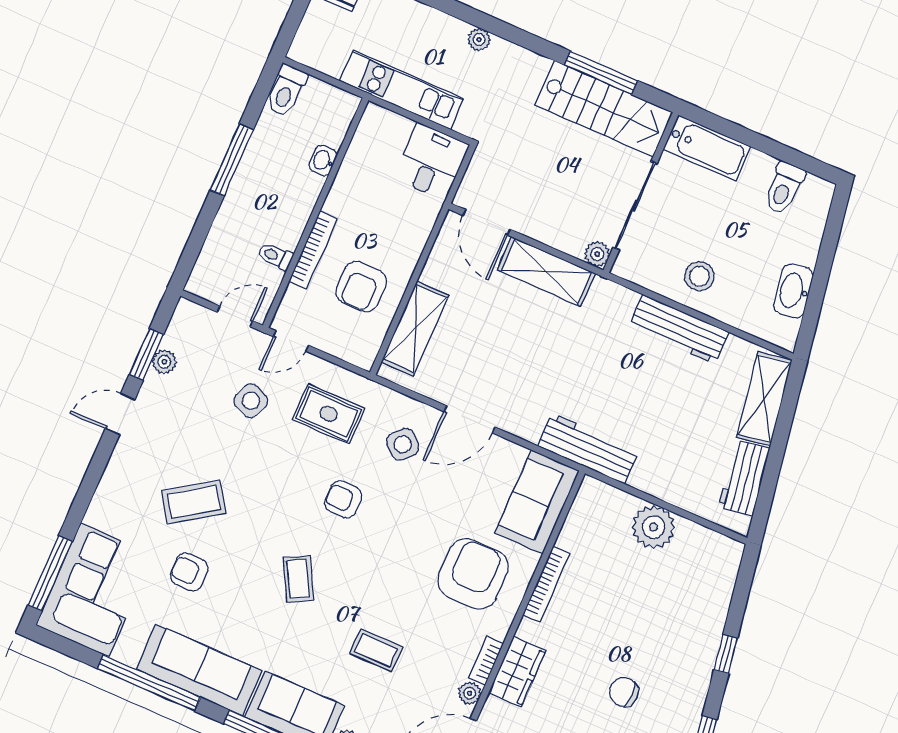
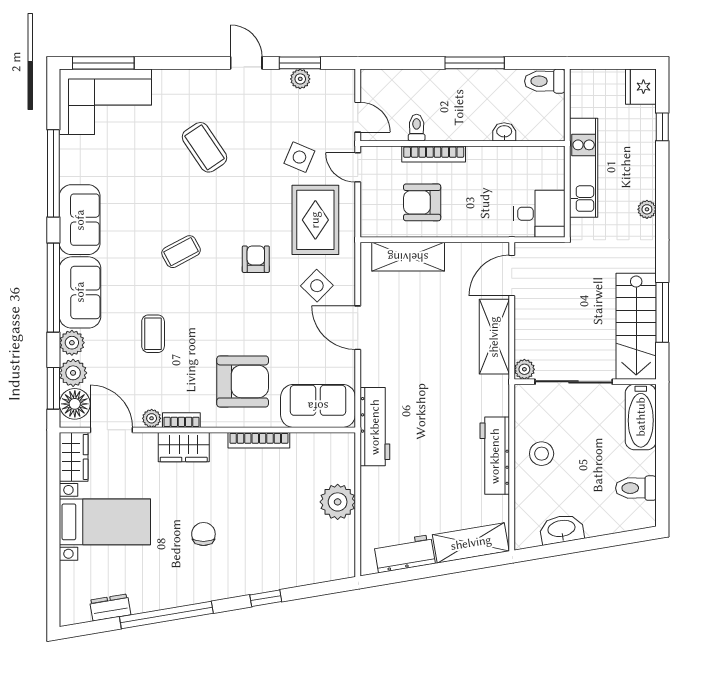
rug: (329, 414) -> (315, 220), width x1.36, depth x1.43
armchair: (189, 572) -> (150, 167), removed
sofa: (199, 670) -> (80, 220), width x0.73

